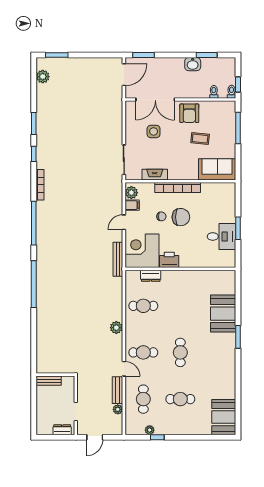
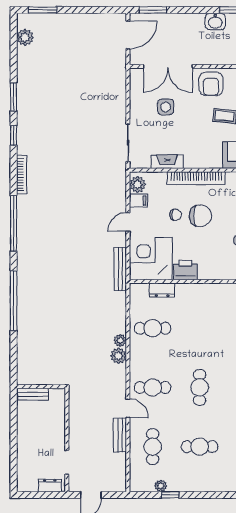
wall: (55, 375) -> (41, 387), moved
bench: (49, 381) -> (32, 394), moved
plant: (118, 409) -> (120, 340), moved

